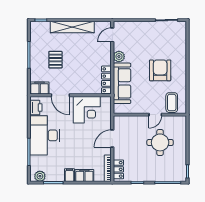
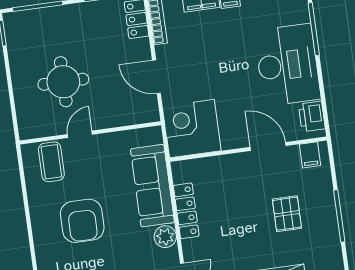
locker: (106, 80) -> (186, 211), moved
filing cabinet: (40, 88) -> (310, 155), width x0.50
corner desk: (87, 110) -> (192, 129), moved
door: (112, 139) -> (156, 77), swing flipped

